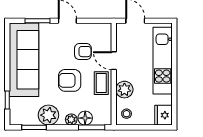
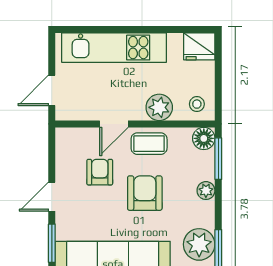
armchair: (70, 80) -> (145, 193), turned 180
plant: (48, 115) -> (199, 244), moved
floor lamp: (85, 118) -> (204, 138), moved

